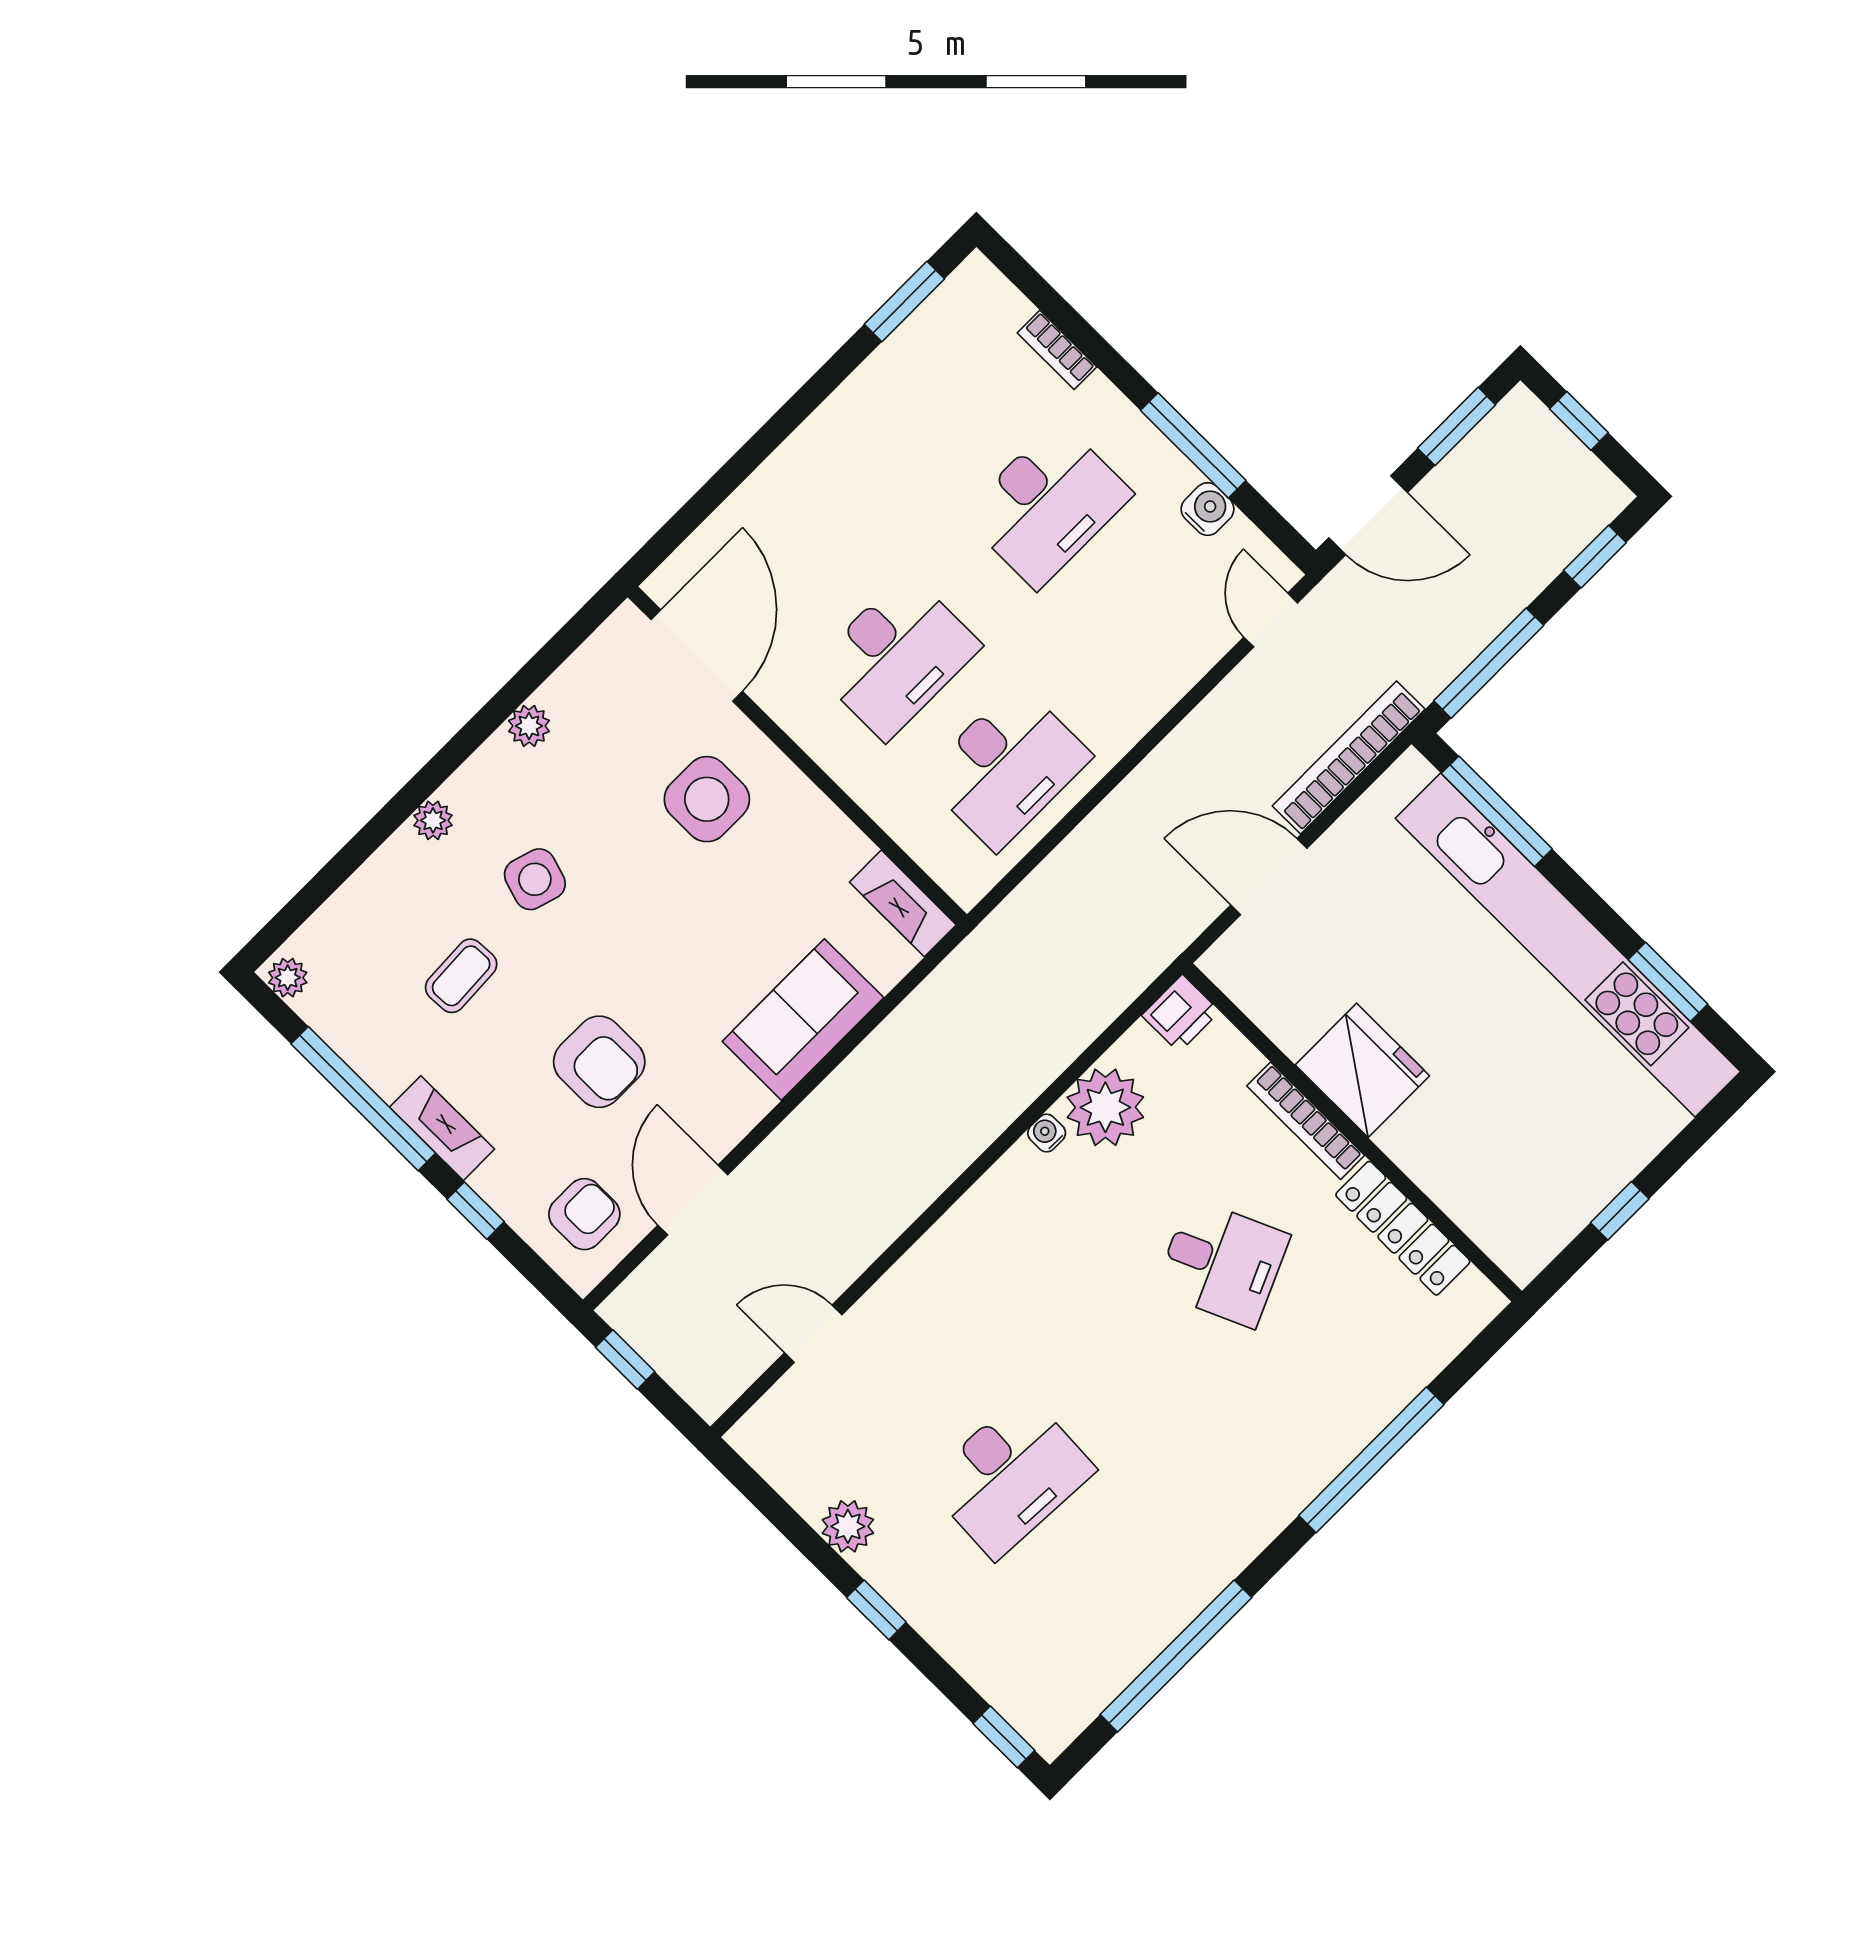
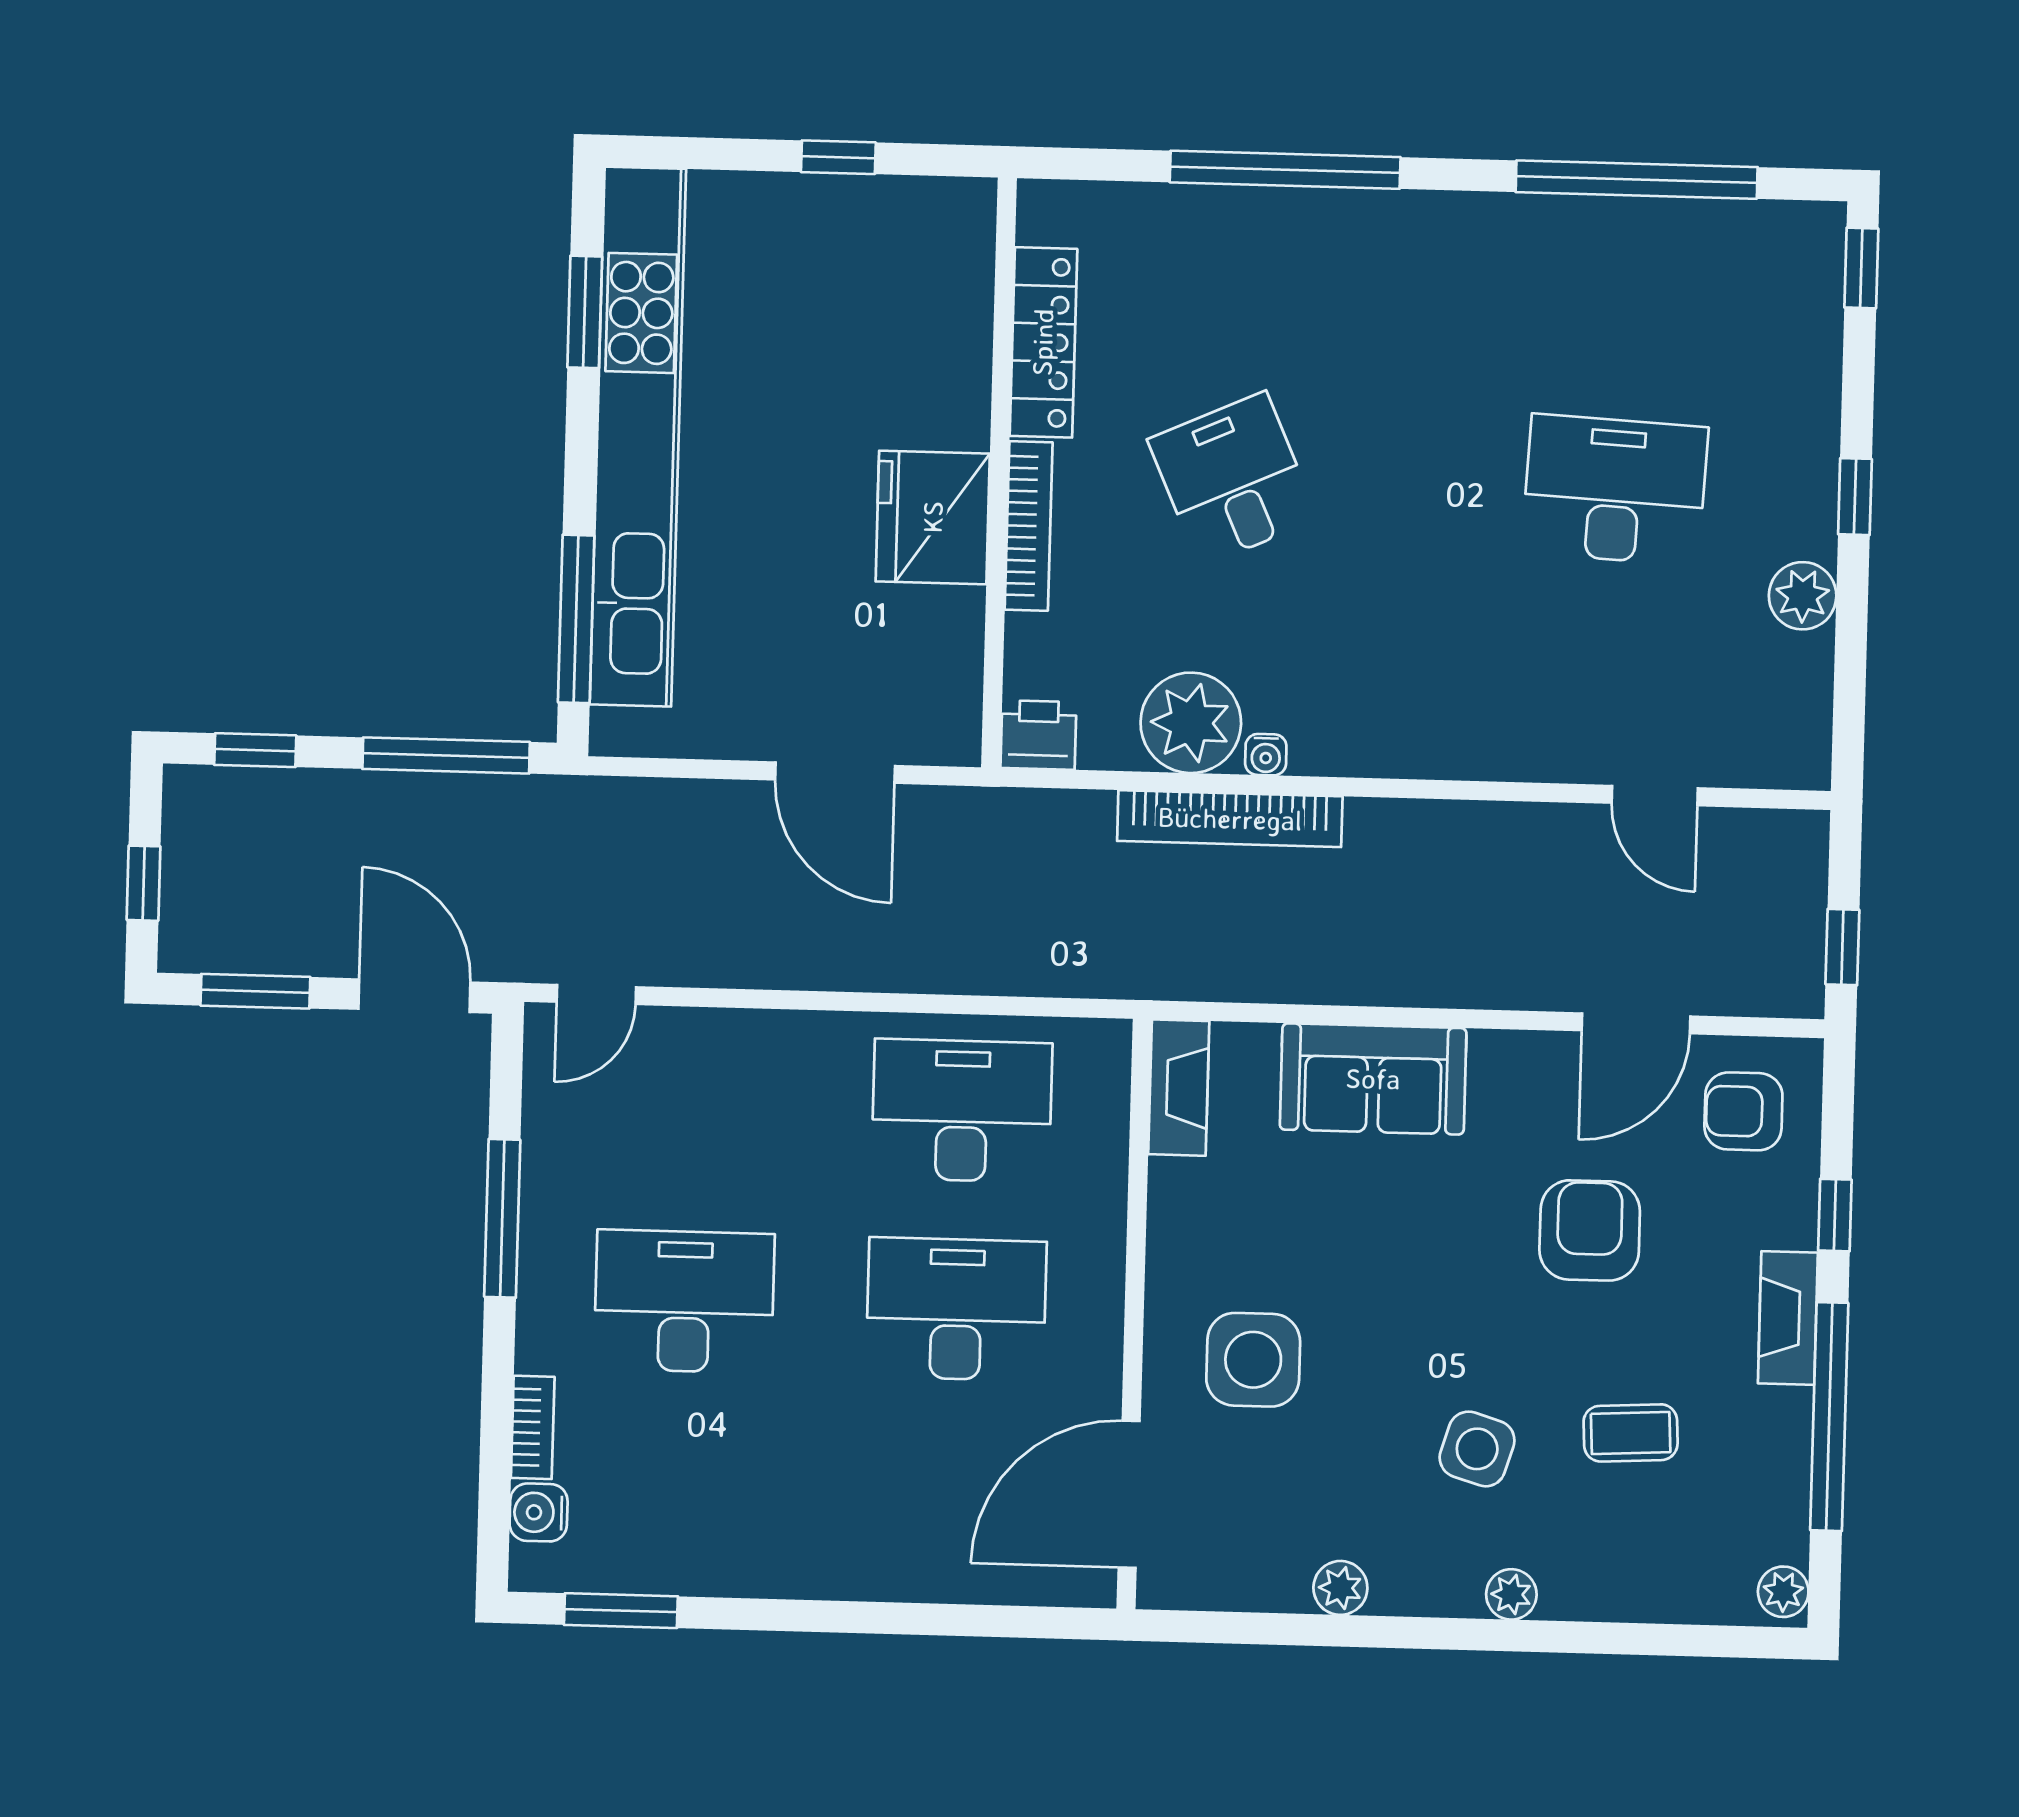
water cooler: (1208, 509) -> (539, 1512), moved
bookcase: (1349, 758) -> (1230, 819), moved

